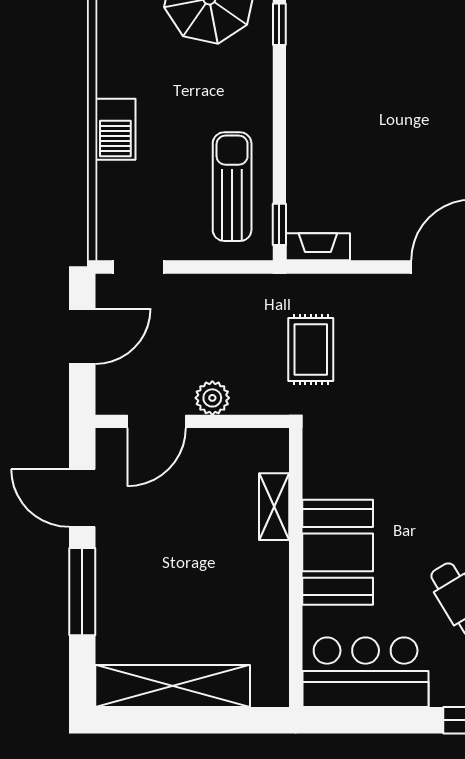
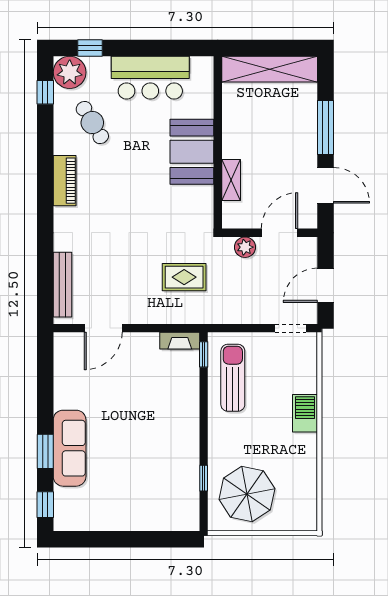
sun lounger: (232, 187) -> (233, 378), turned 180
rug: (311, 350) -> (184, 277), turned 90
shelving: (274, 507) -> (231, 180), moved
booth: (338, 552) -> (192, 152), moved
wall: (296, 567) -> (218, 142), moved

